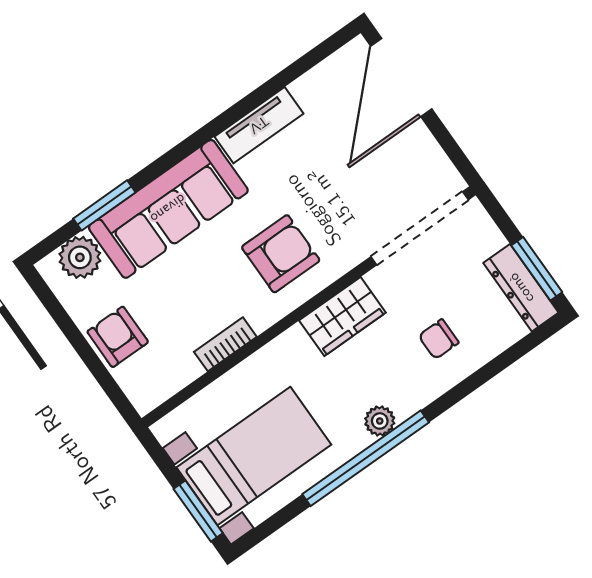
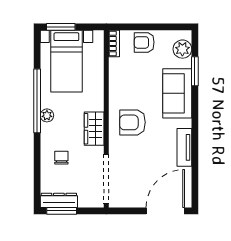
door: (401, 77) -> (165, 211), hinge flipped
sofa: (168, 209) -> (177, 93), width x0.73
armchair: (281, 254) -> (133, 122), turned 90
armchair: (118, 337) -> (144, 42), turned 180
bookcase: (225, 344) -> (114, 43), moved

